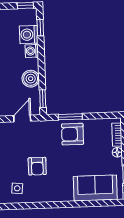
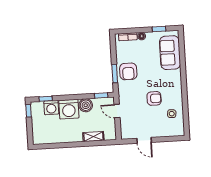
washing machine: (32, 51) -> (69, 109), width x1.89, depth x1.89

